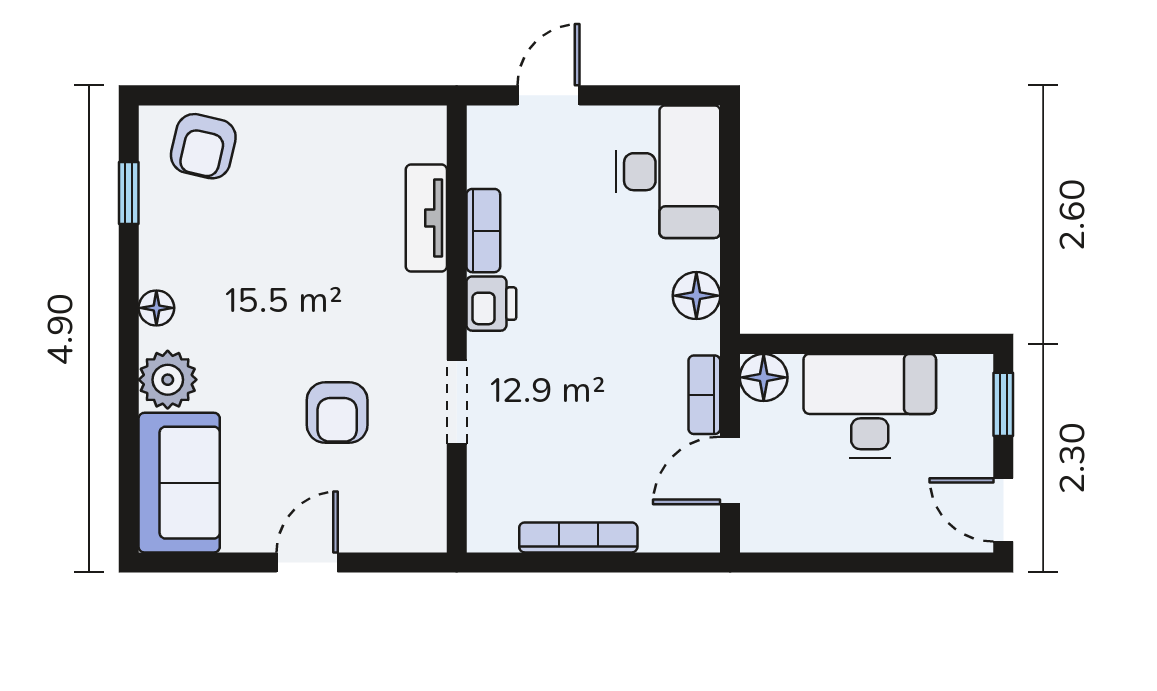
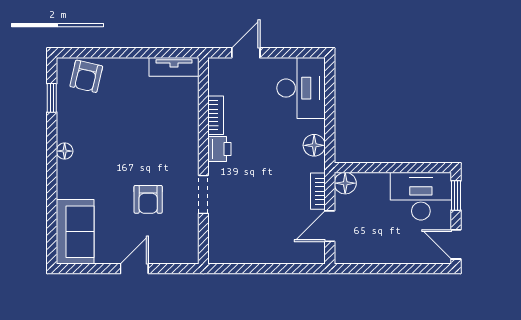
tv unit: (426, 218) -> (174, 67), moved, turned -90
plant: (168, 380) -> (70, 184), removed
desk: (870, 406) -> (421, 196), moved
bookcase: (578, 537) -> (260, 257), removed

